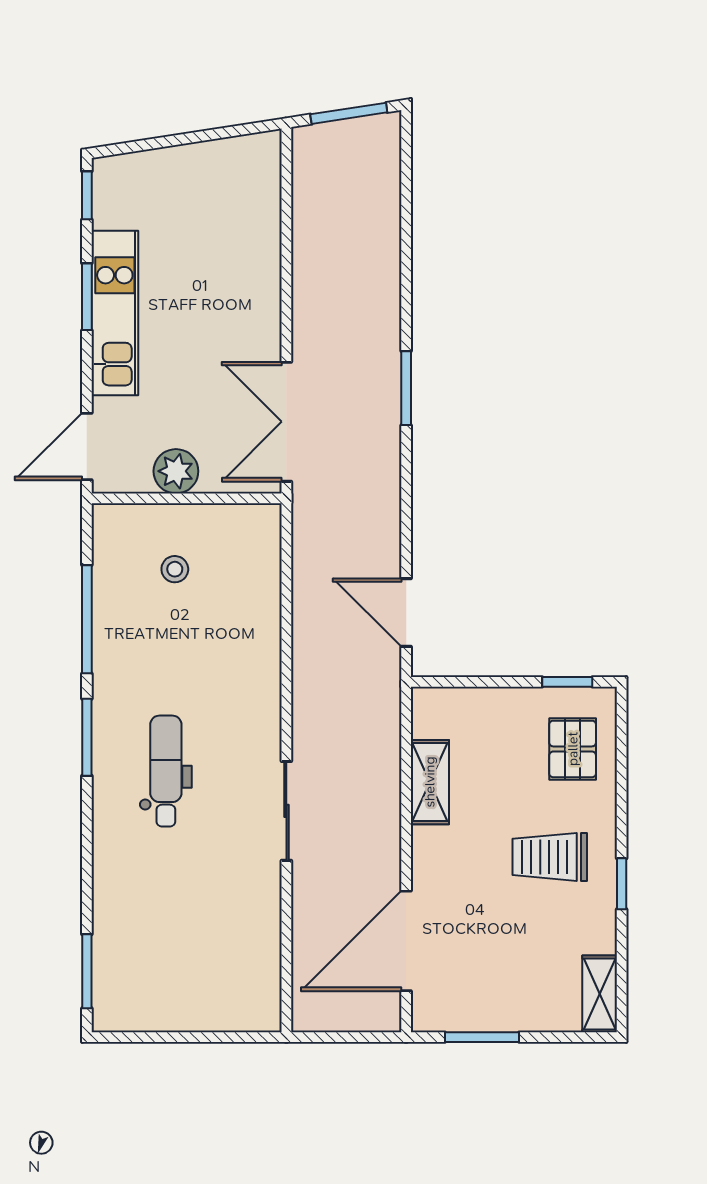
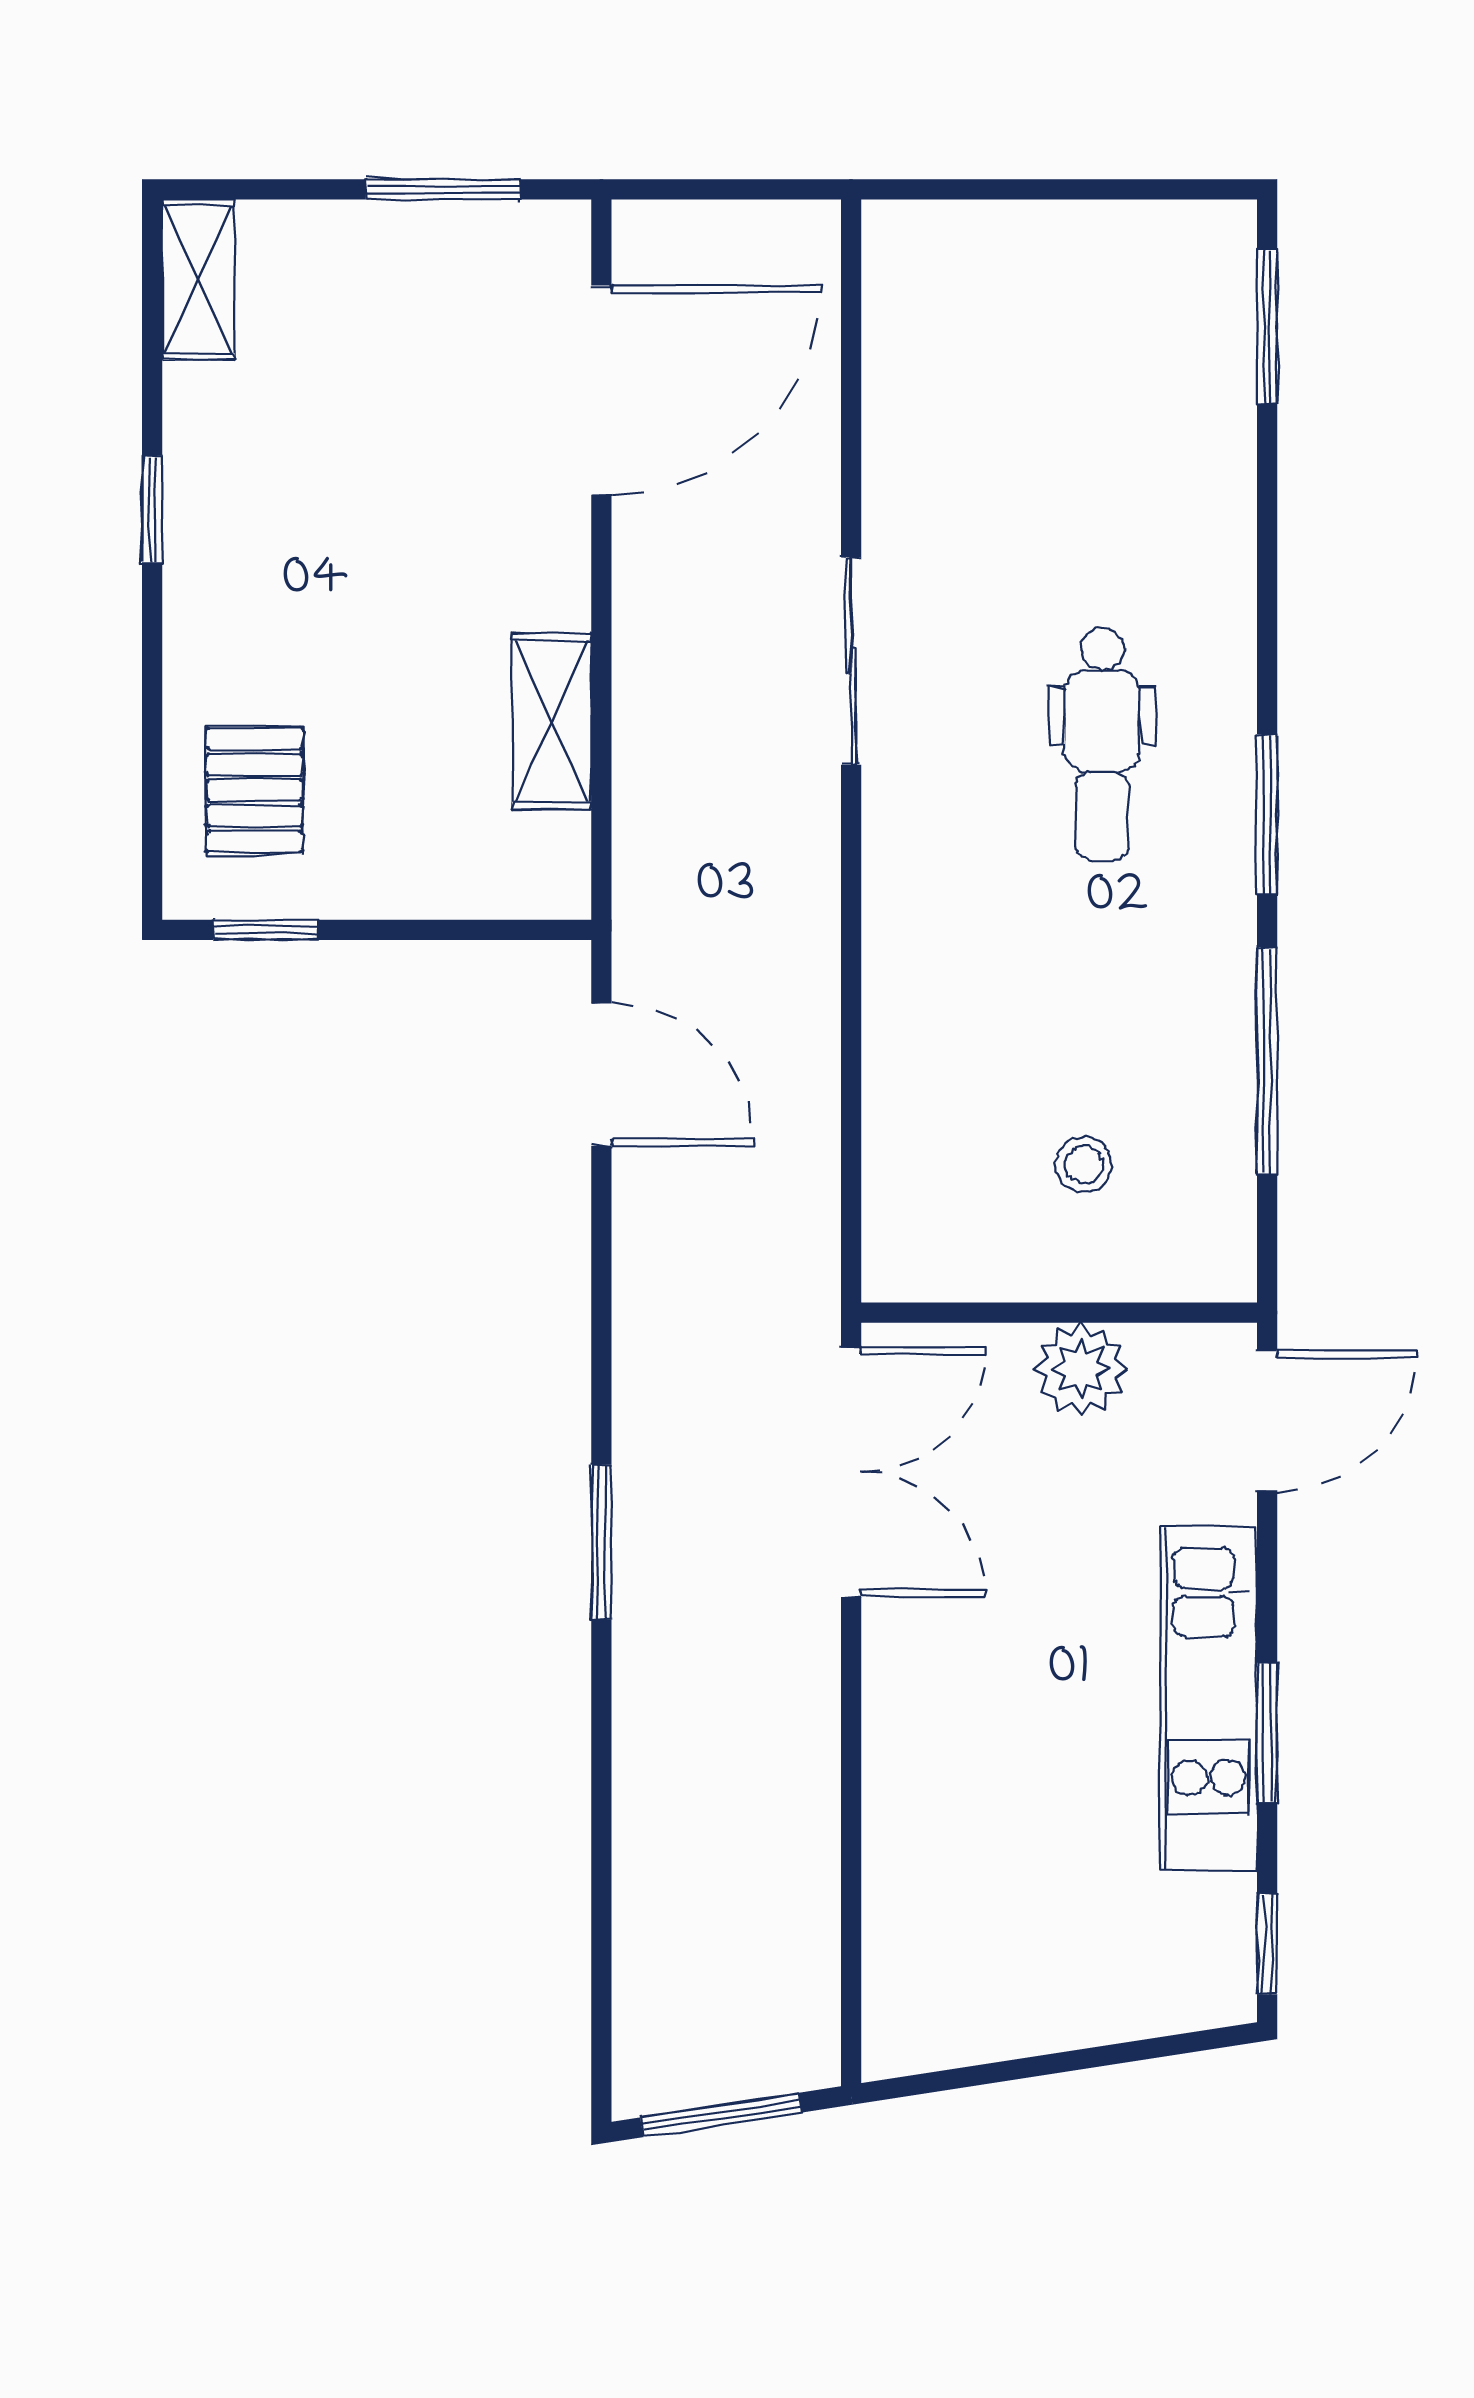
trolley: (550, 857) -> (302, 565), removed

